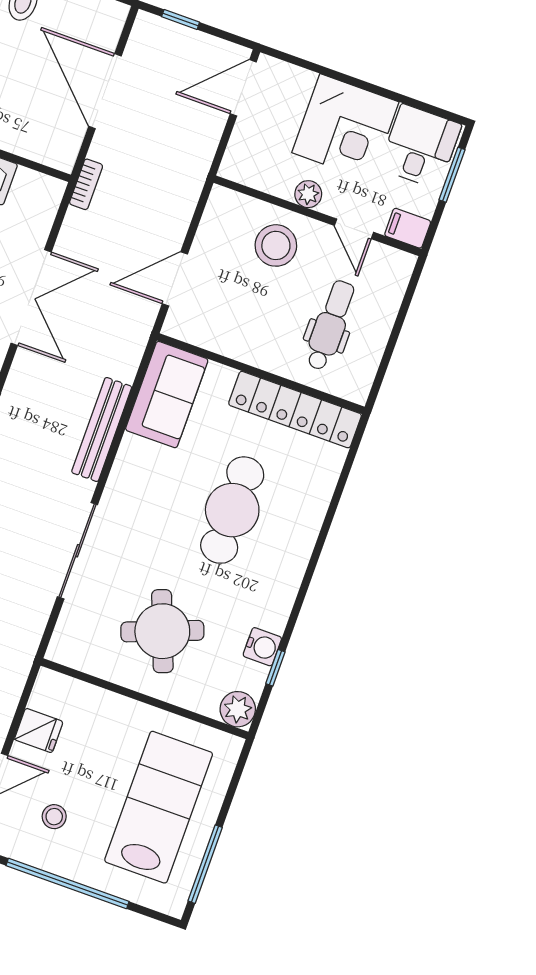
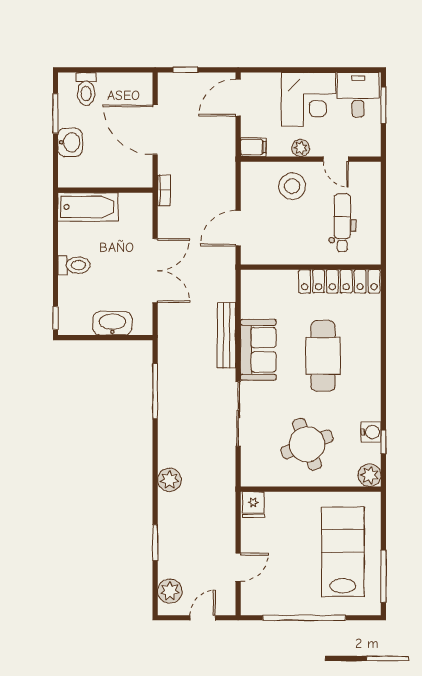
filing cabinet: (408, 228) -> (253, 147), moved, turned 180
sofa: (167, 395) -> (258, 350), moved
fridge: (39, 731) -> (253, 505), moved, turned 90
stool: (54, 817) -> (282, 580), removed

